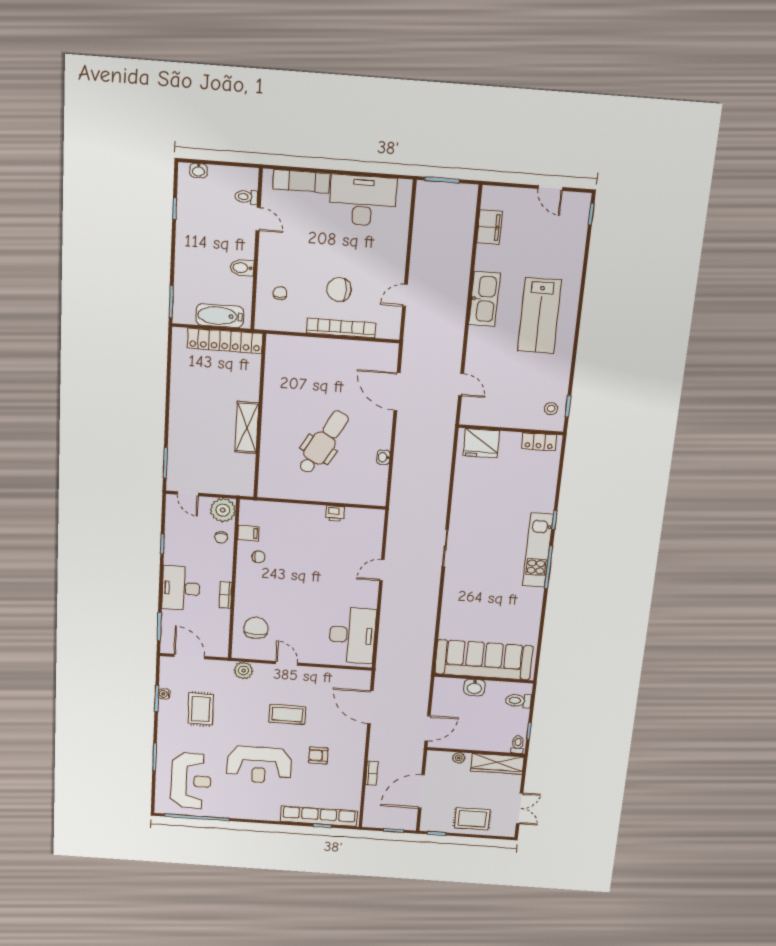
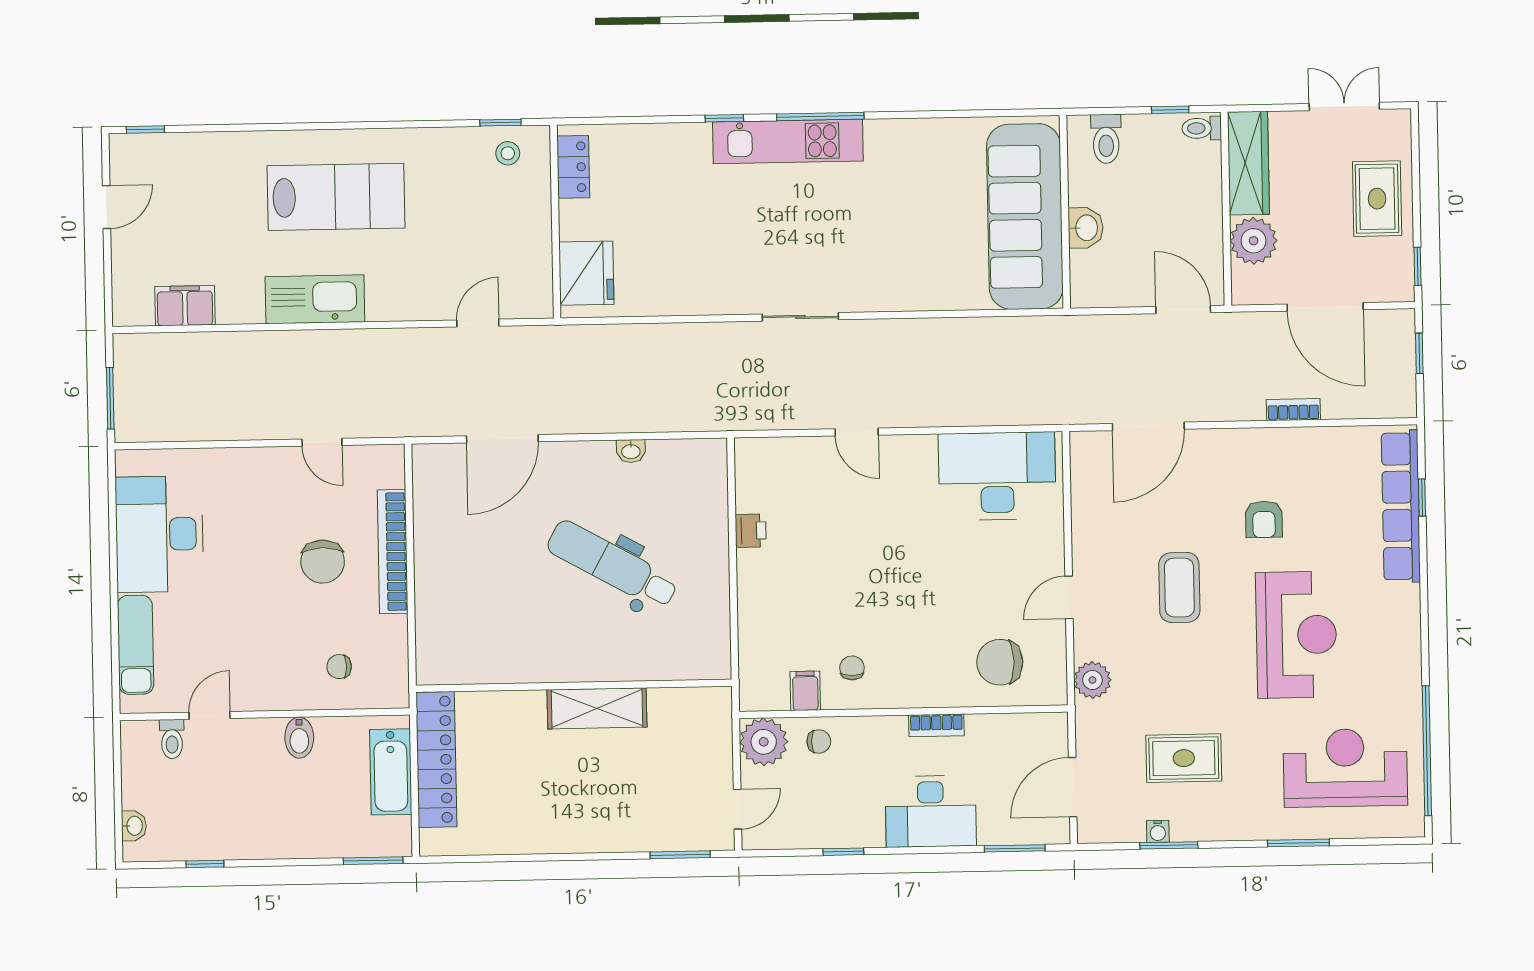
plant: (459, 758) -> (1254, 241), width x1.88, depth x1.88

